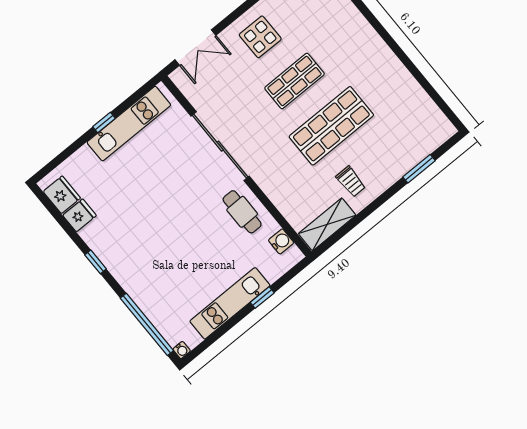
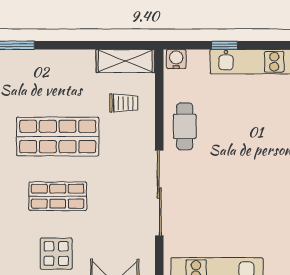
trolley: (351, 181) -> (124, 103), moved, turned 90
water cooler: (281, 241) -> (176, 59), moved, turned 90

